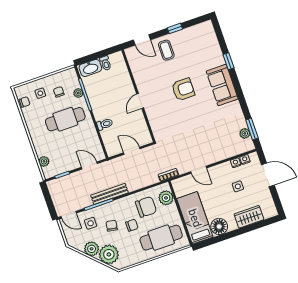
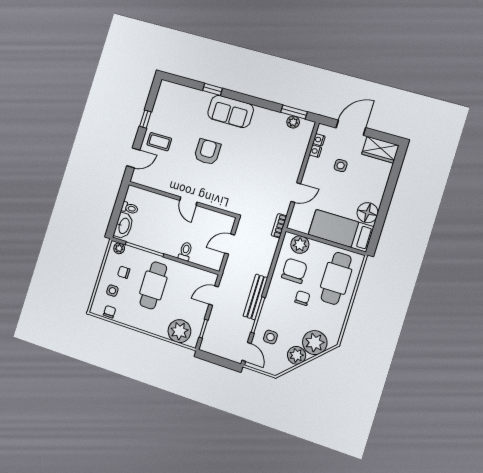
plant: (78, 93) -> (119, 248), moved
plant: (44, 161) -> (179, 331), width x1.87, depth x1.87
door: (69, 215) -> (246, 352), hinge flipped
wardrobe: (249, 217) -> (380, 150), moved, turned -90
chair: (112, 226) -> (288, 318), removed

